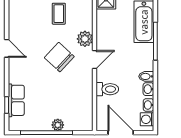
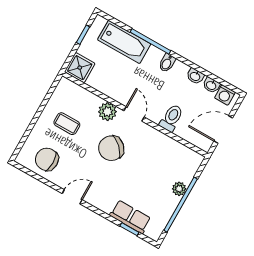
chair: (24, 14) -> (47, 159), added
bidet: (146, 76) -> (167, 63), moved

